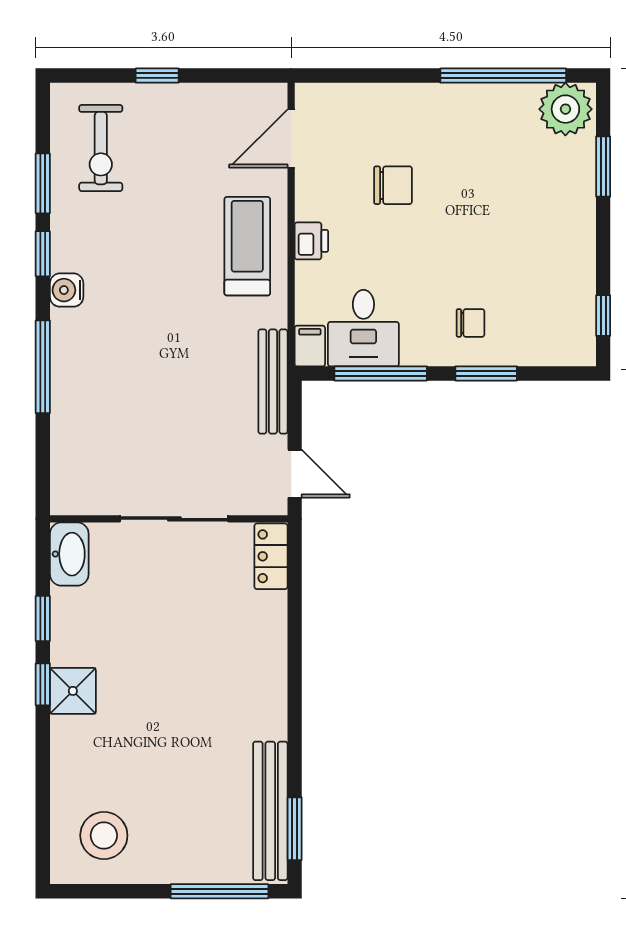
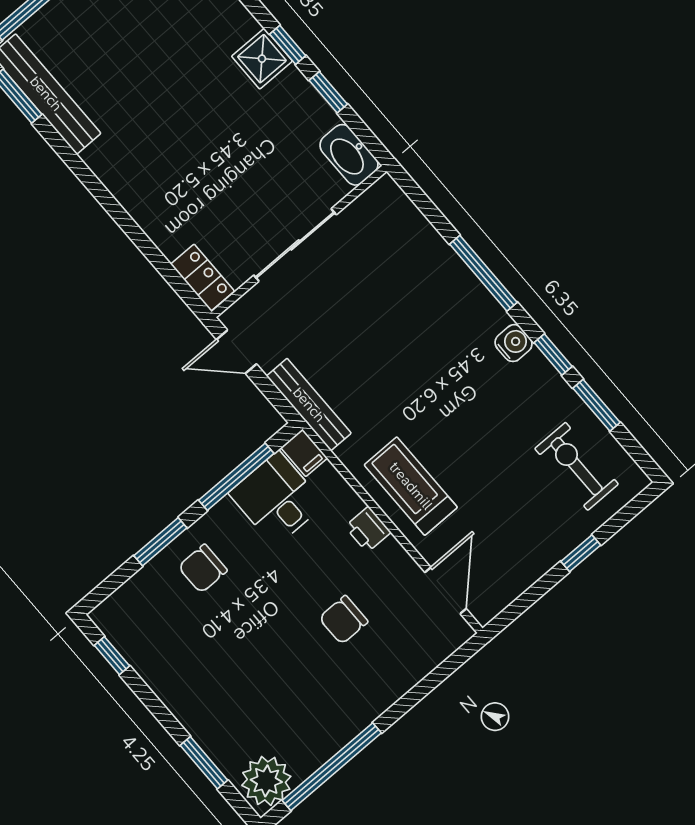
treadmill: (247, 246) -> (411, 486), turned 180
chair: (471, 323) -> (203, 569), width x1.37, depth x1.37

